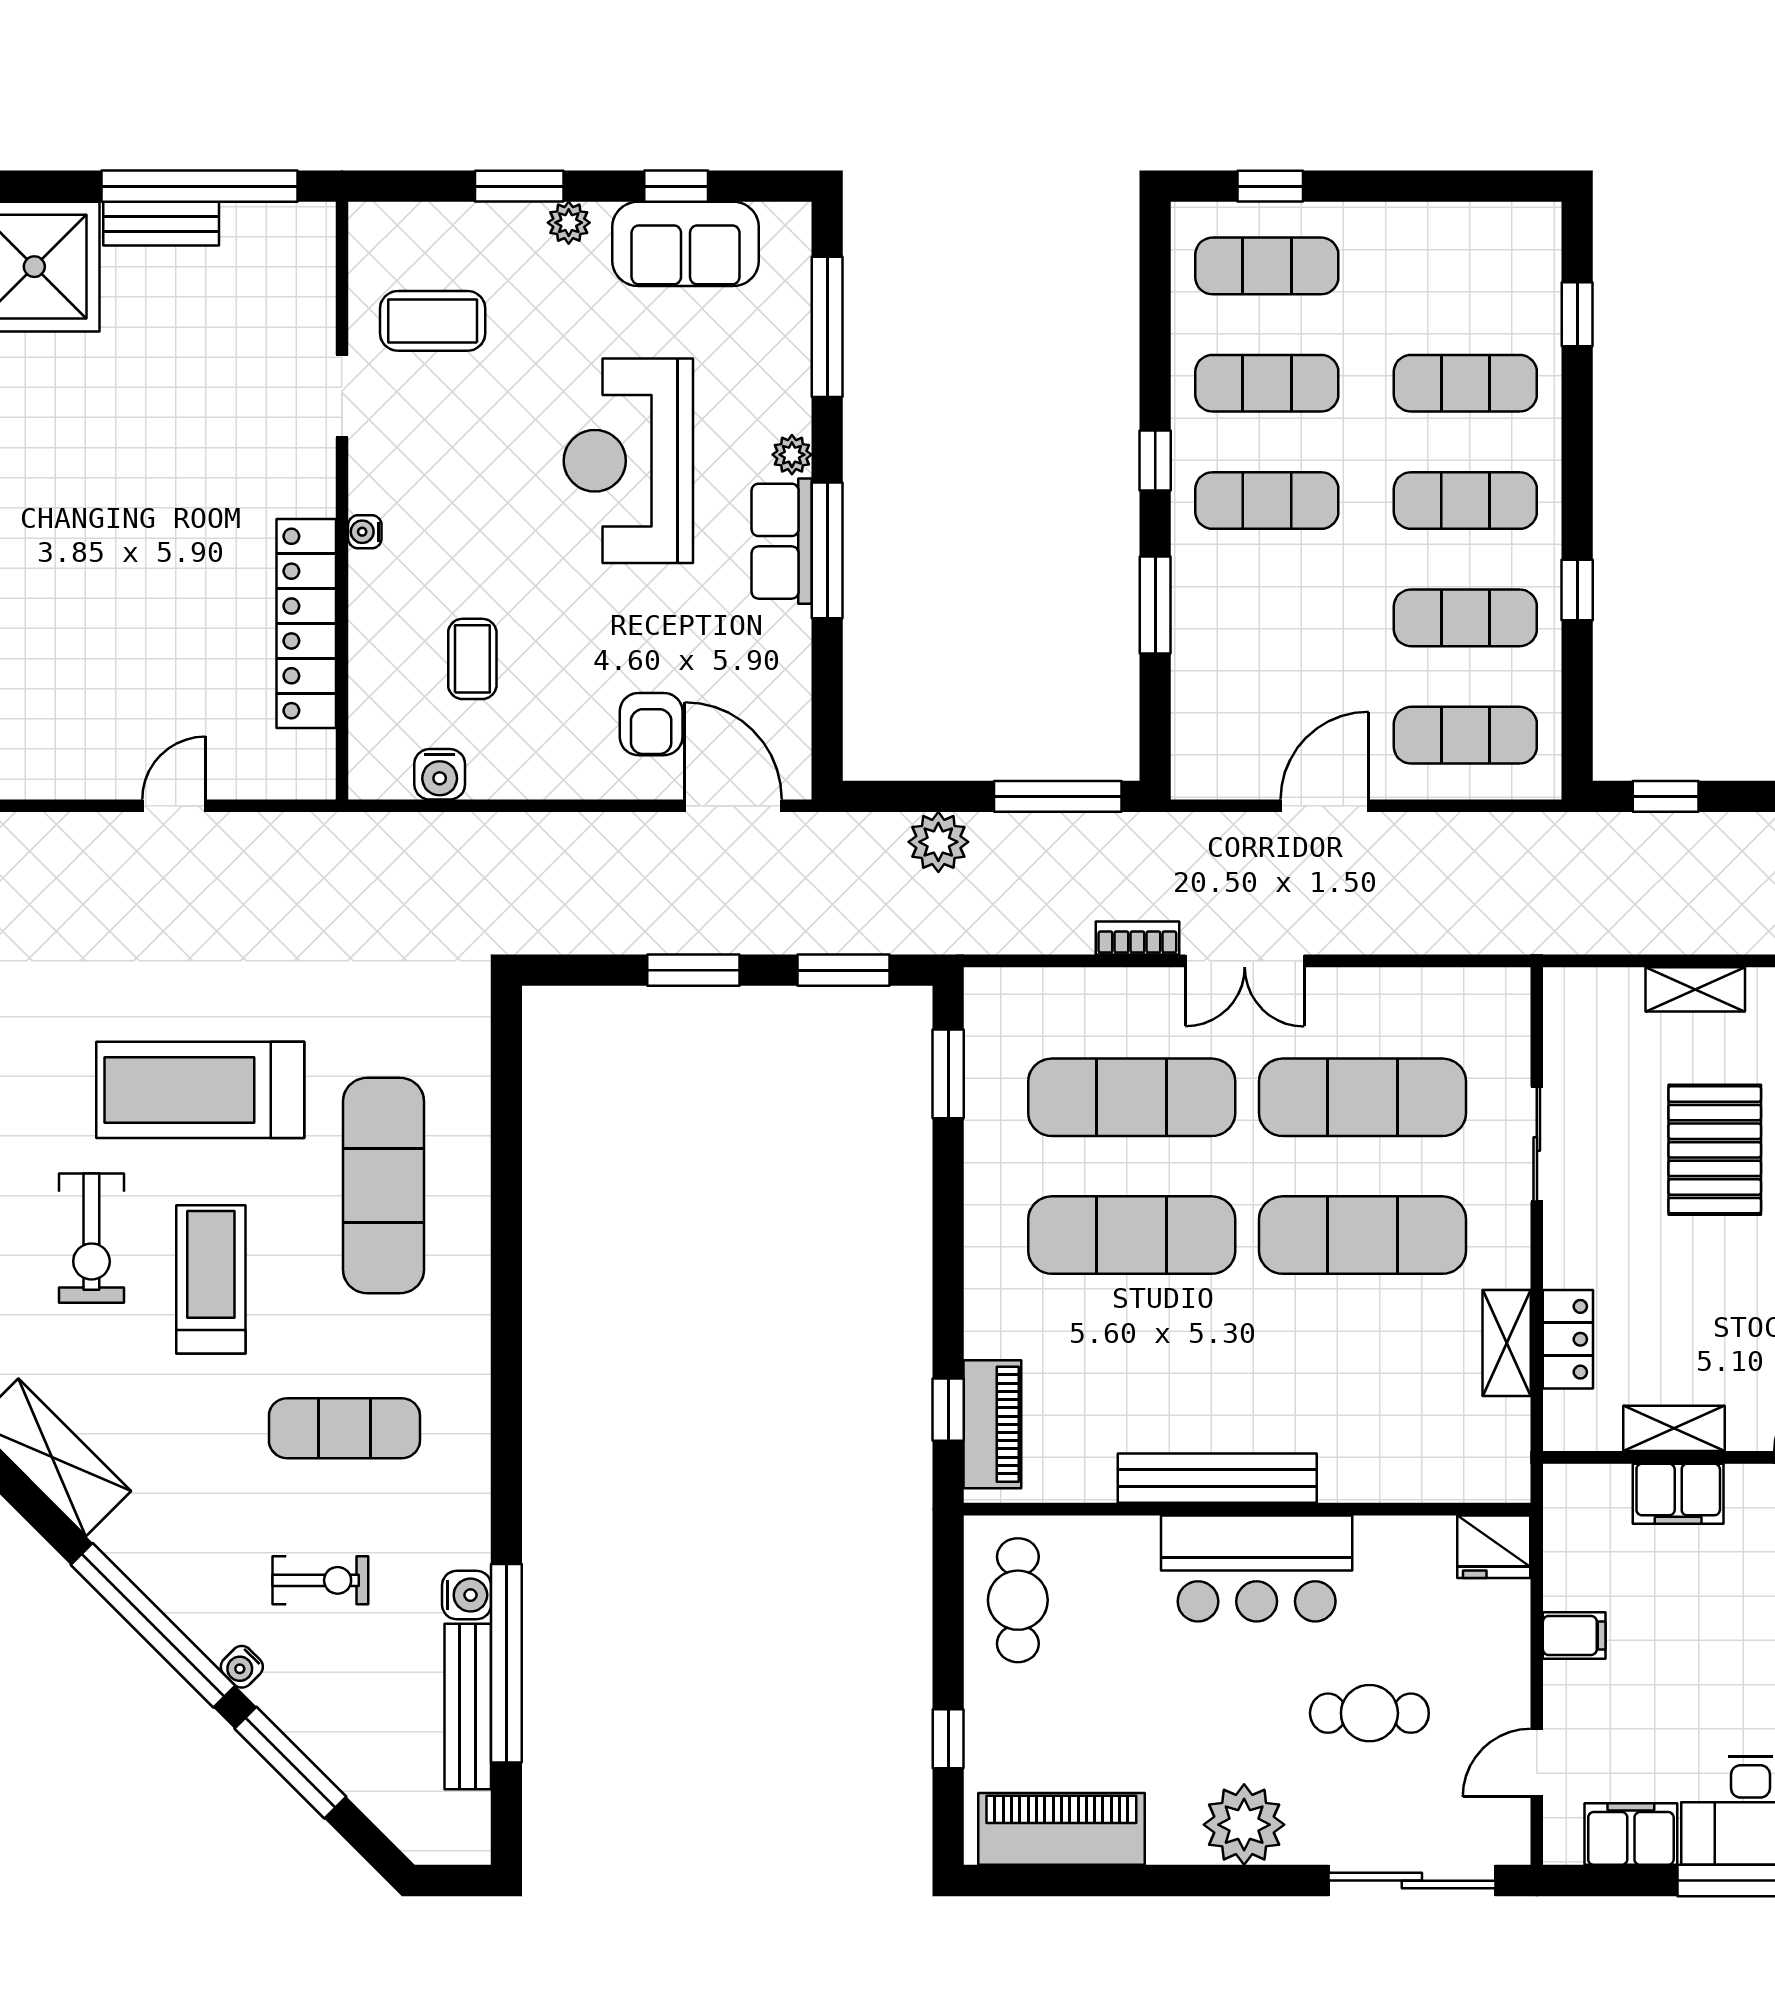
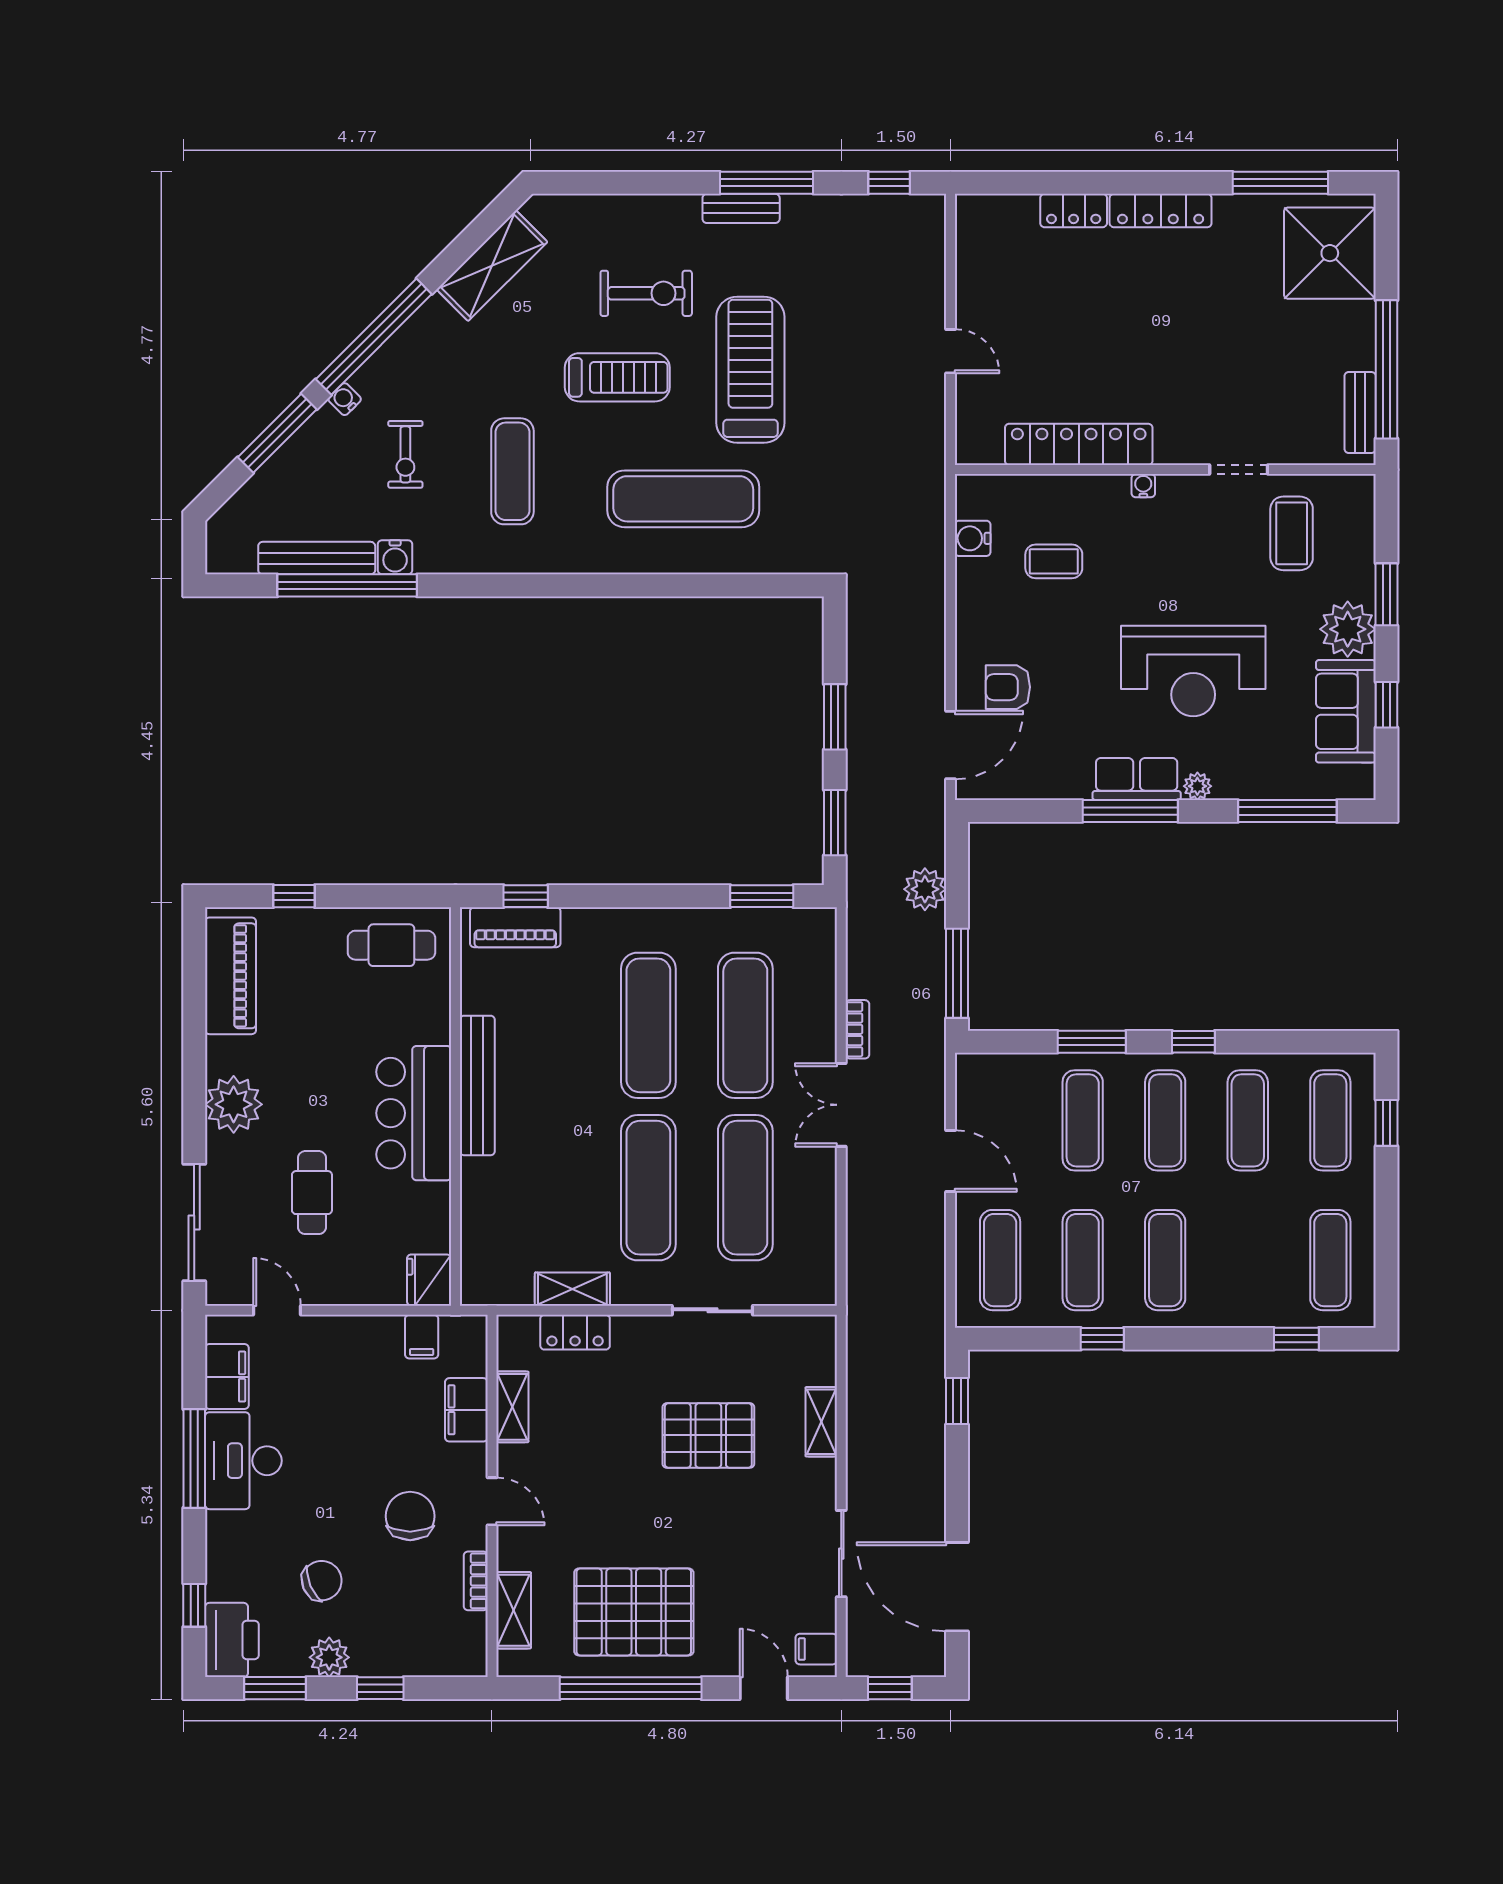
plant: (569, 223) -> (1348, 629), width x1.88, depth x1.88
bench: (161, 224) -> (1360, 412), moved
exercise mat: (1465, 383) -> (1330, 1260), moved
reception desk: (628, 461) -> (1193, 671), turned 180
exercise mat: (1267, 618) -> (1083, 1120), added
exercise bike: (91, 1238) -> (646, 293), turned 180
filing cabinet: (1574, 1635) -> (422, 1337), moved

